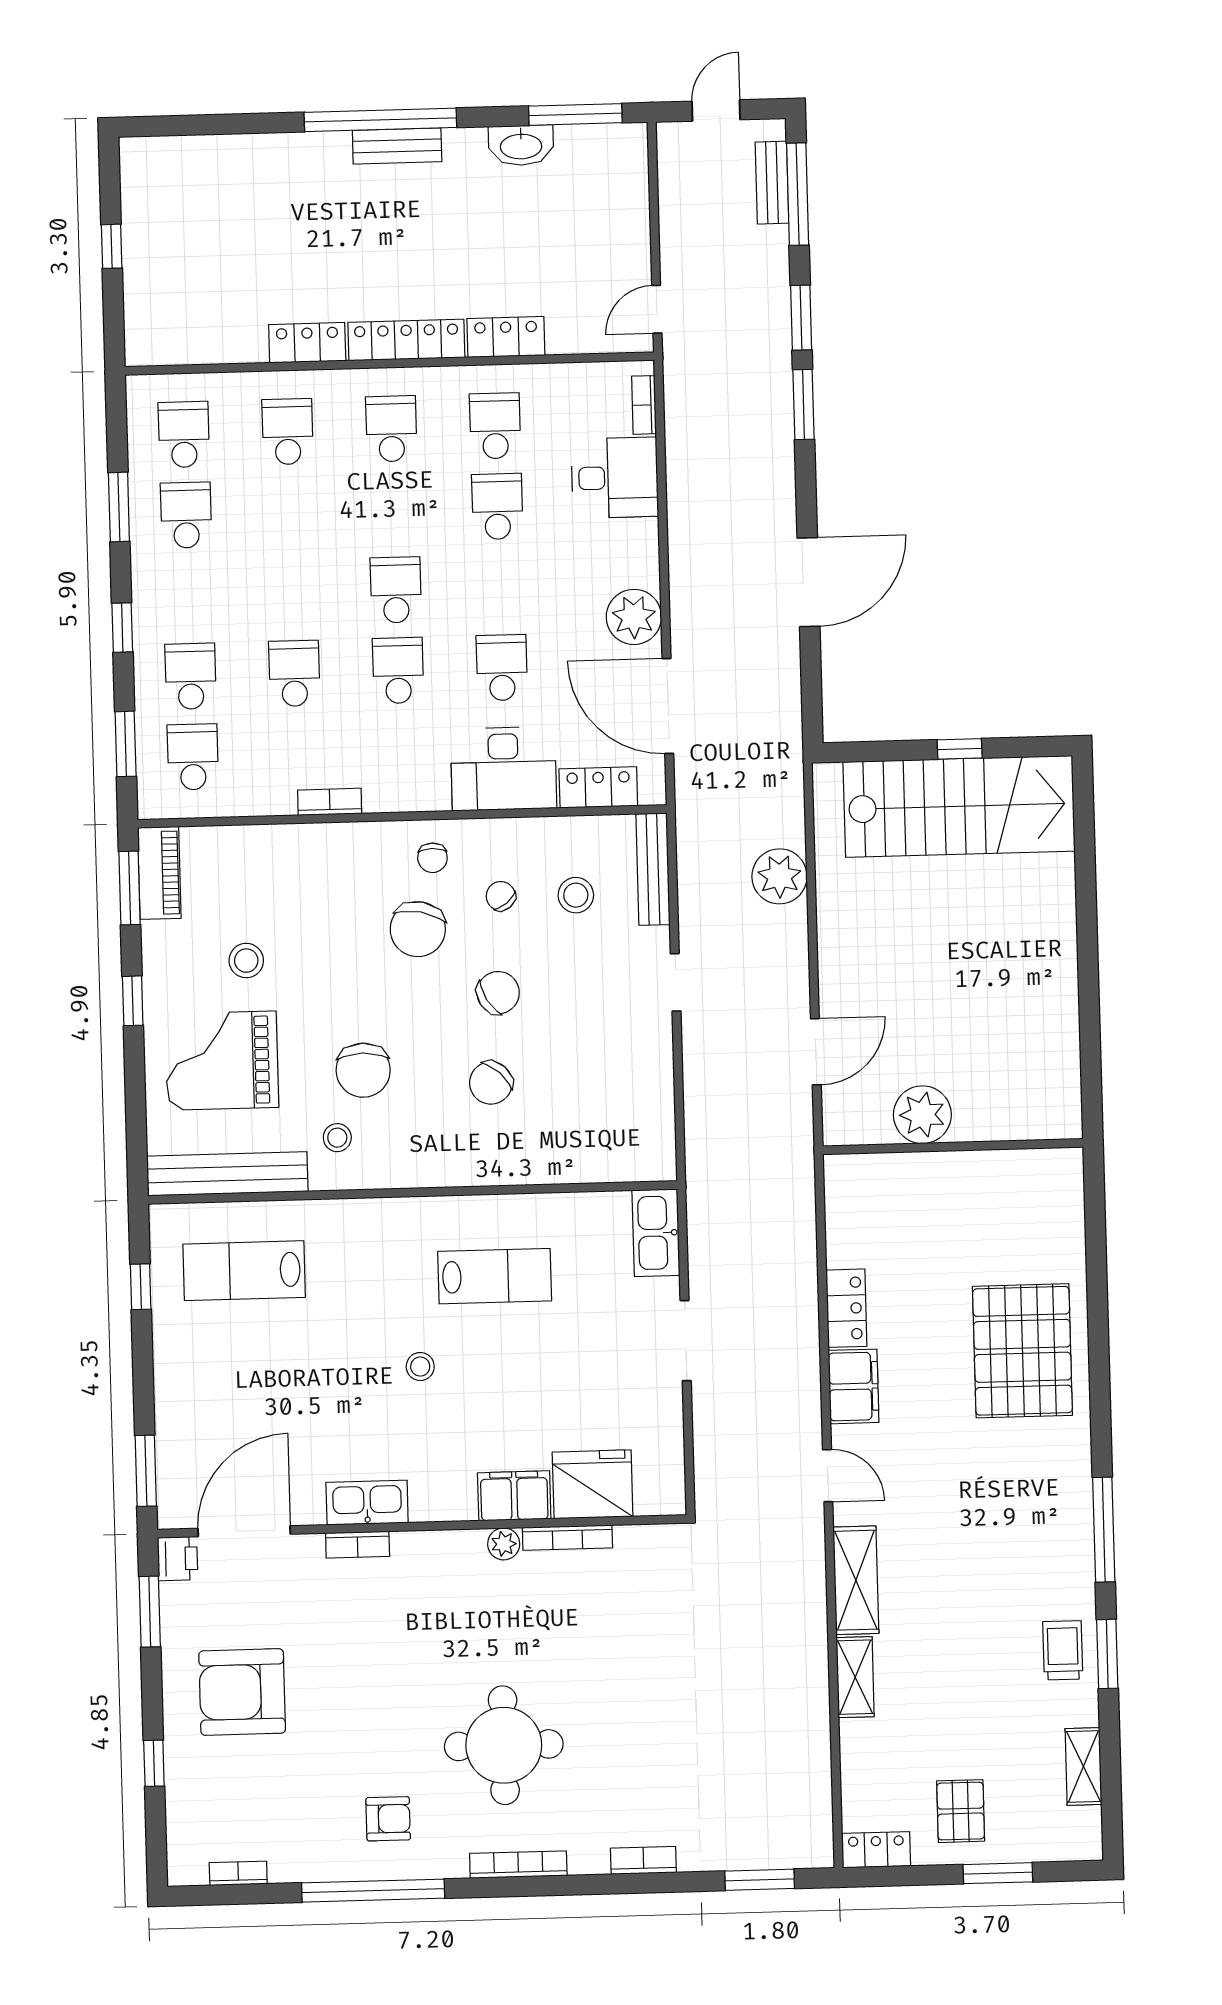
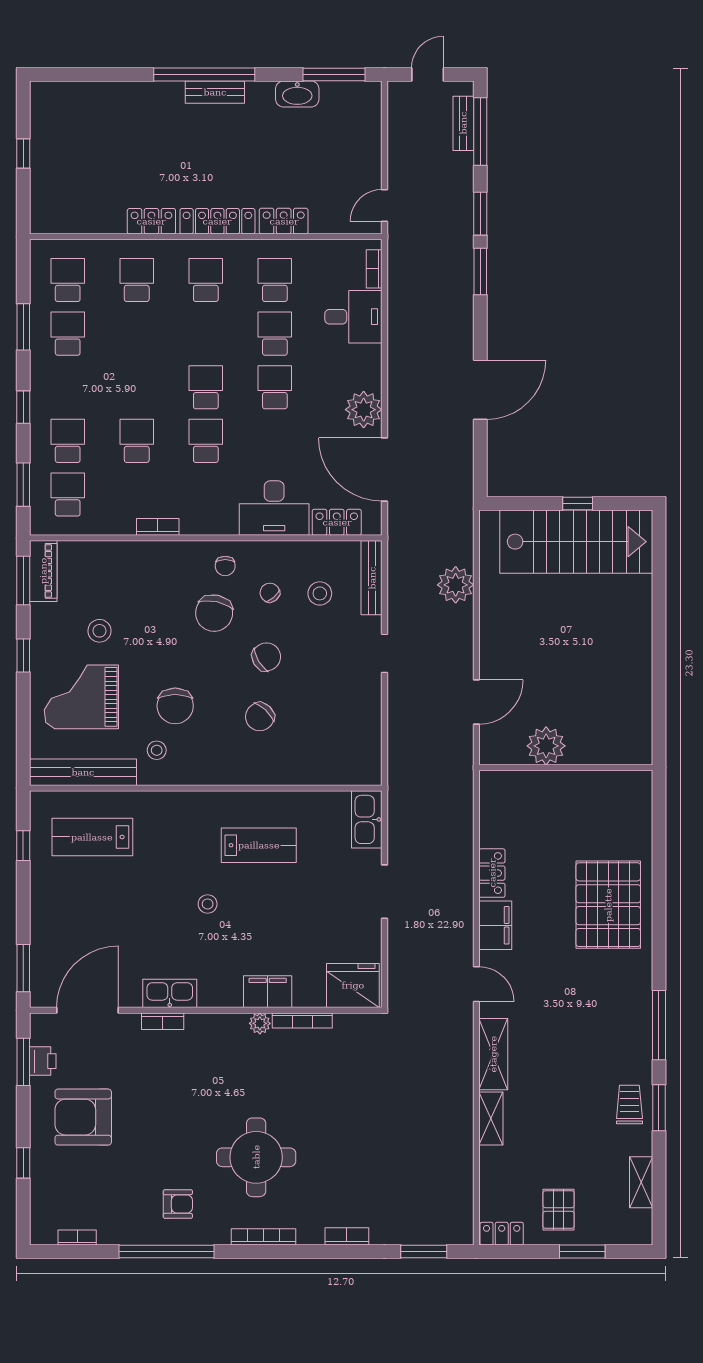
school desk: (502, 668) -> (275, 387), moved
fridge: (593, 1484) -> (353, 985), moved
printer: (178, 1559) -> (43, 1061), moved

